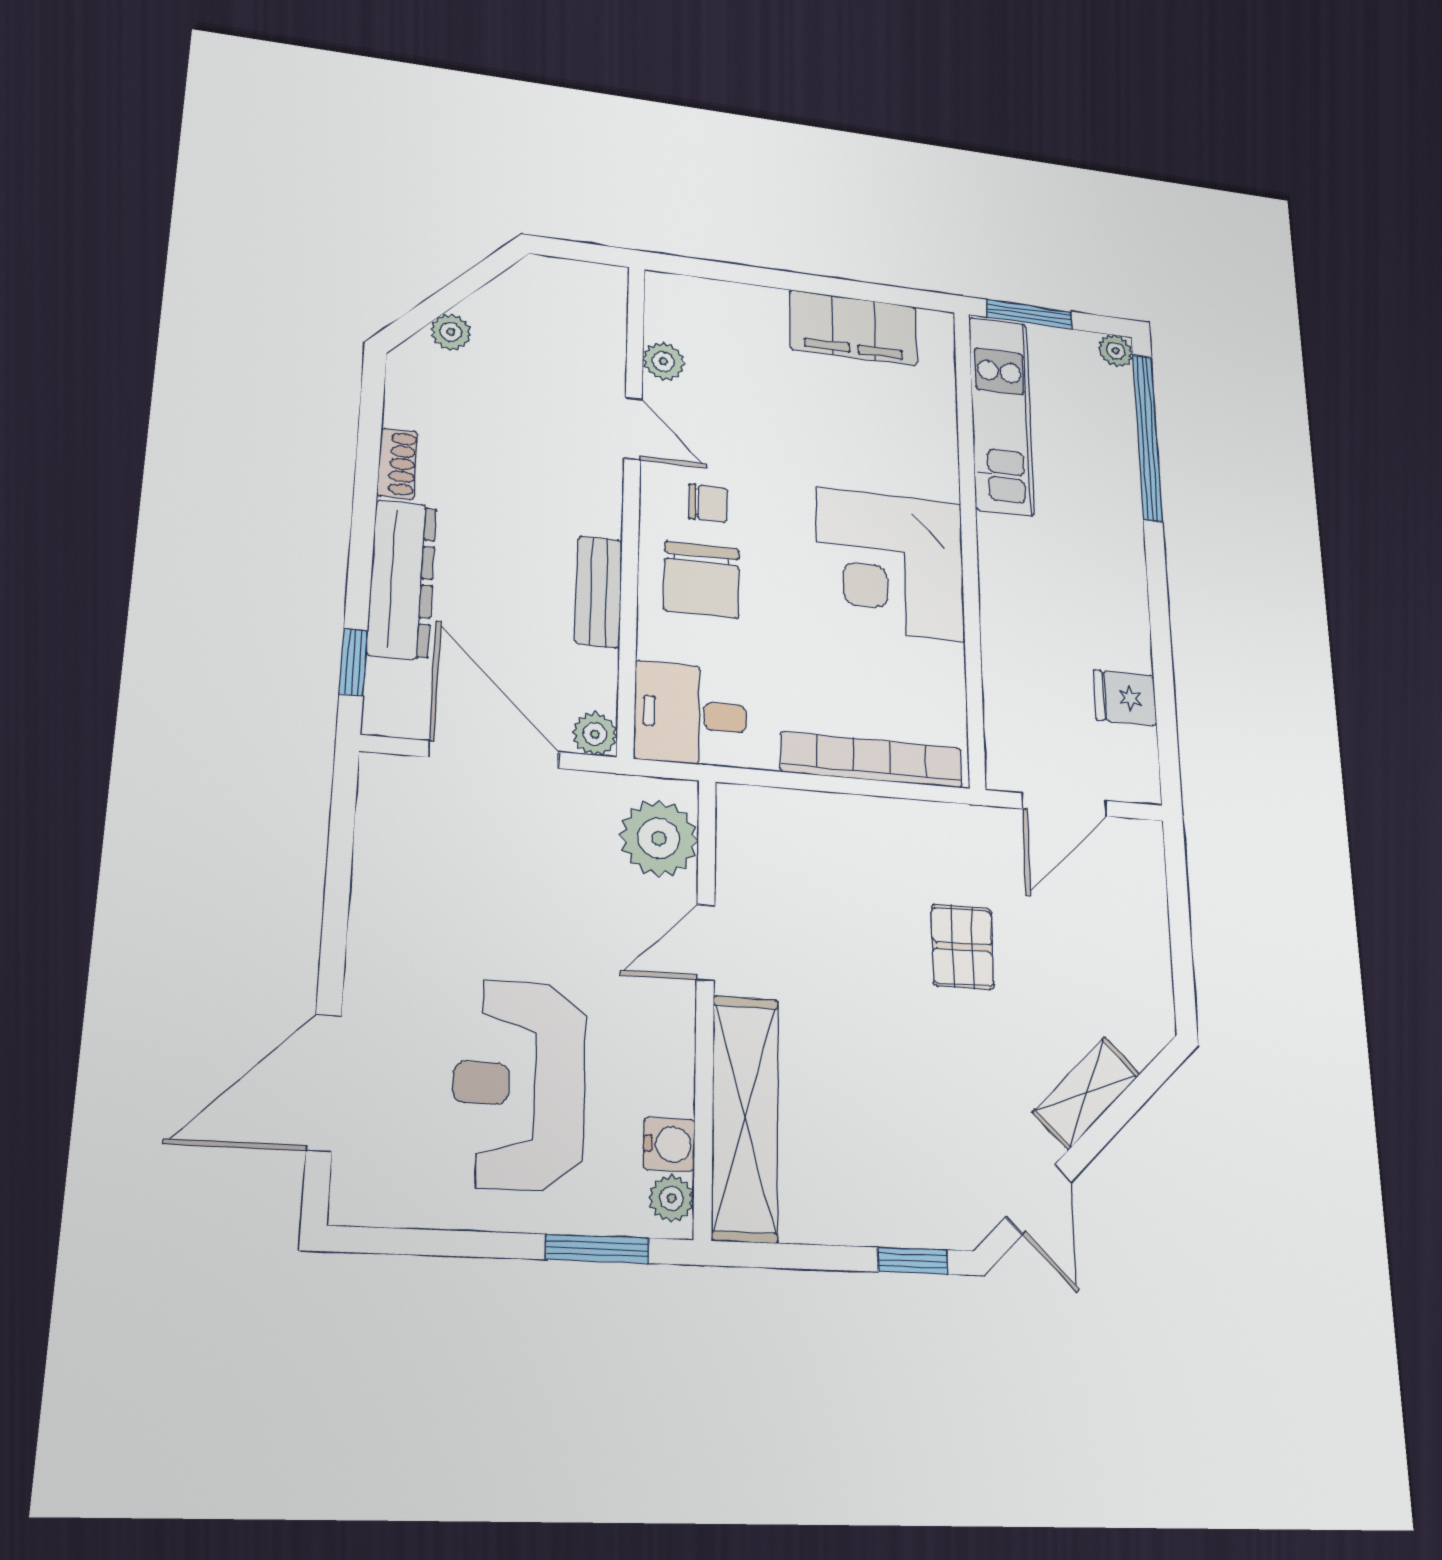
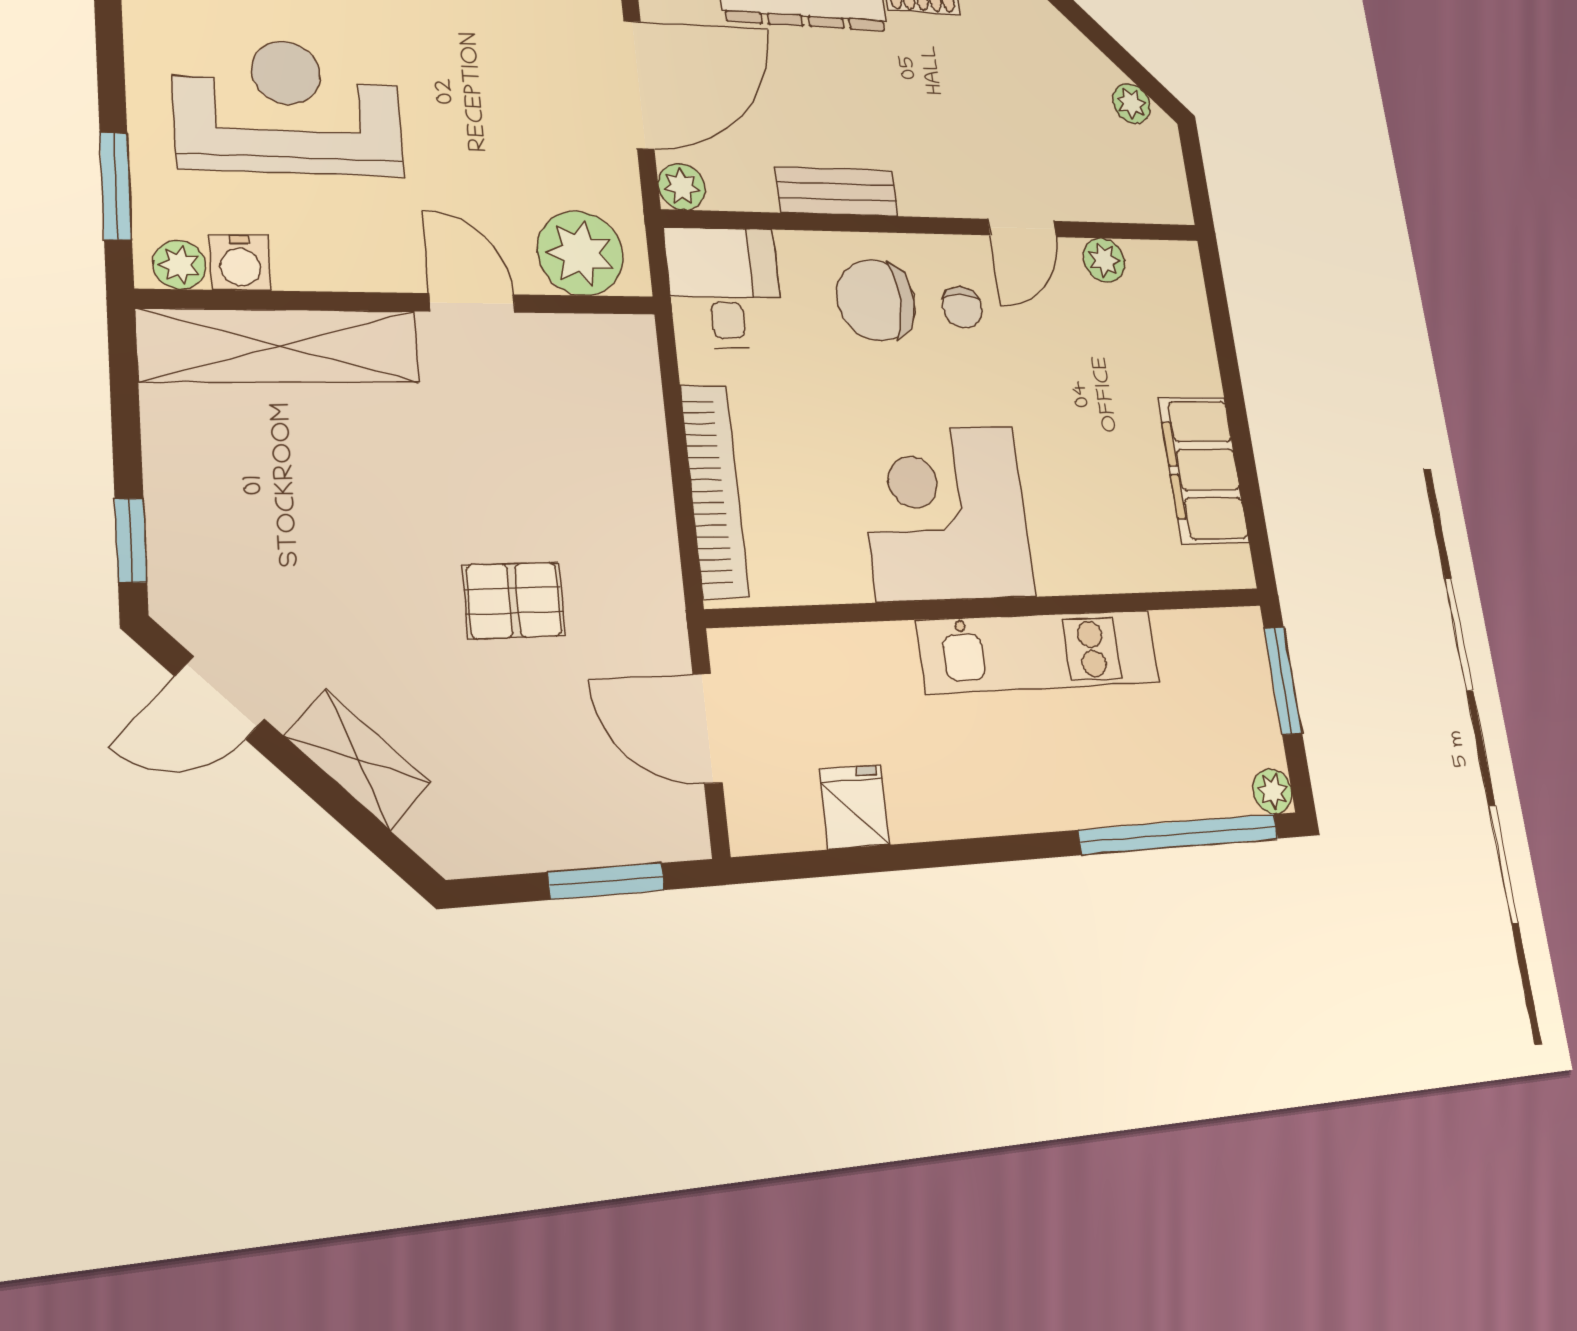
plant: (451, 332) -> (1131, 103), moved
kitchen unit: (1001, 415) -> (1039, 651), moved
window: (1179, 908) -> (606, 881), added

